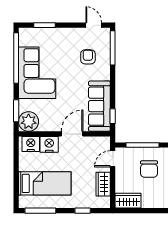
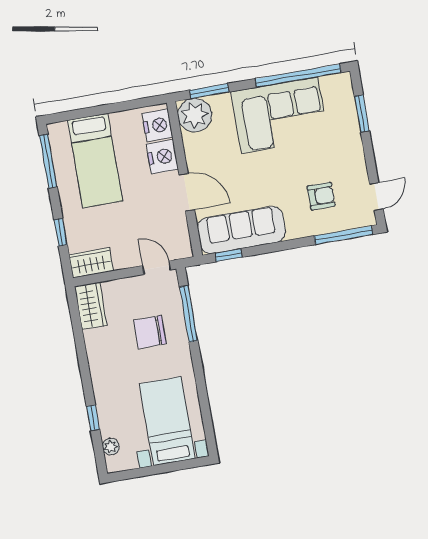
wardrobe: (103, 184) -> (91, 263), moved

